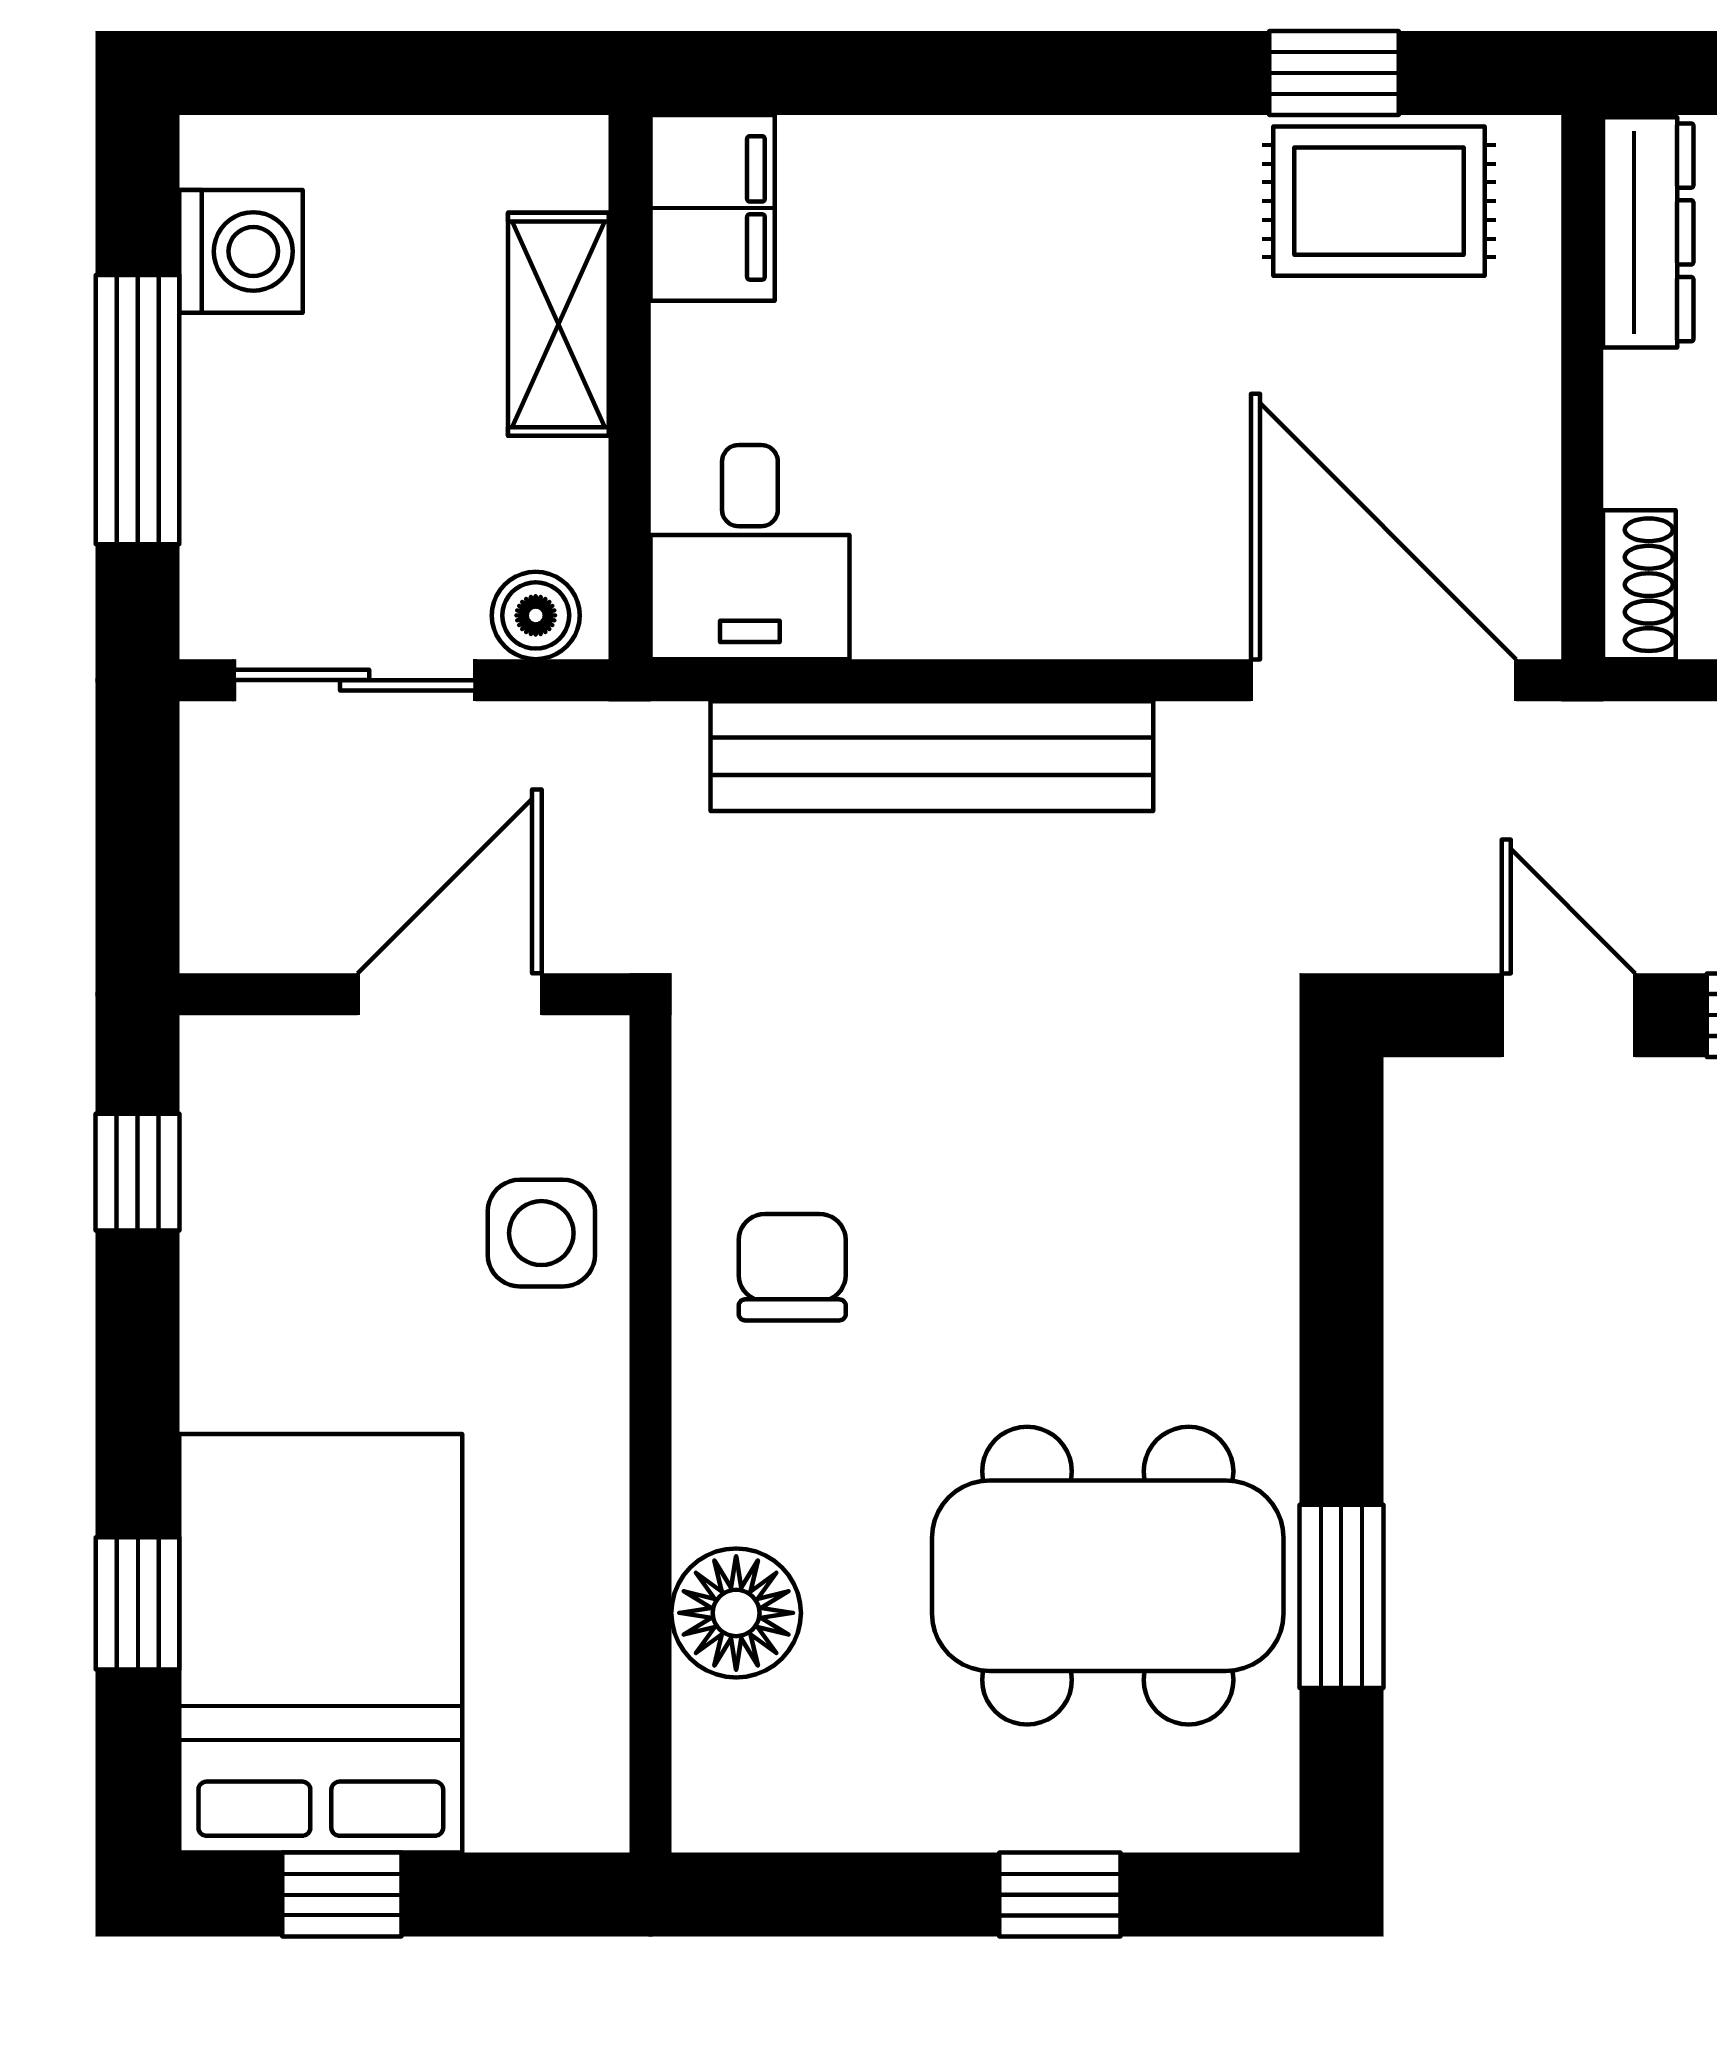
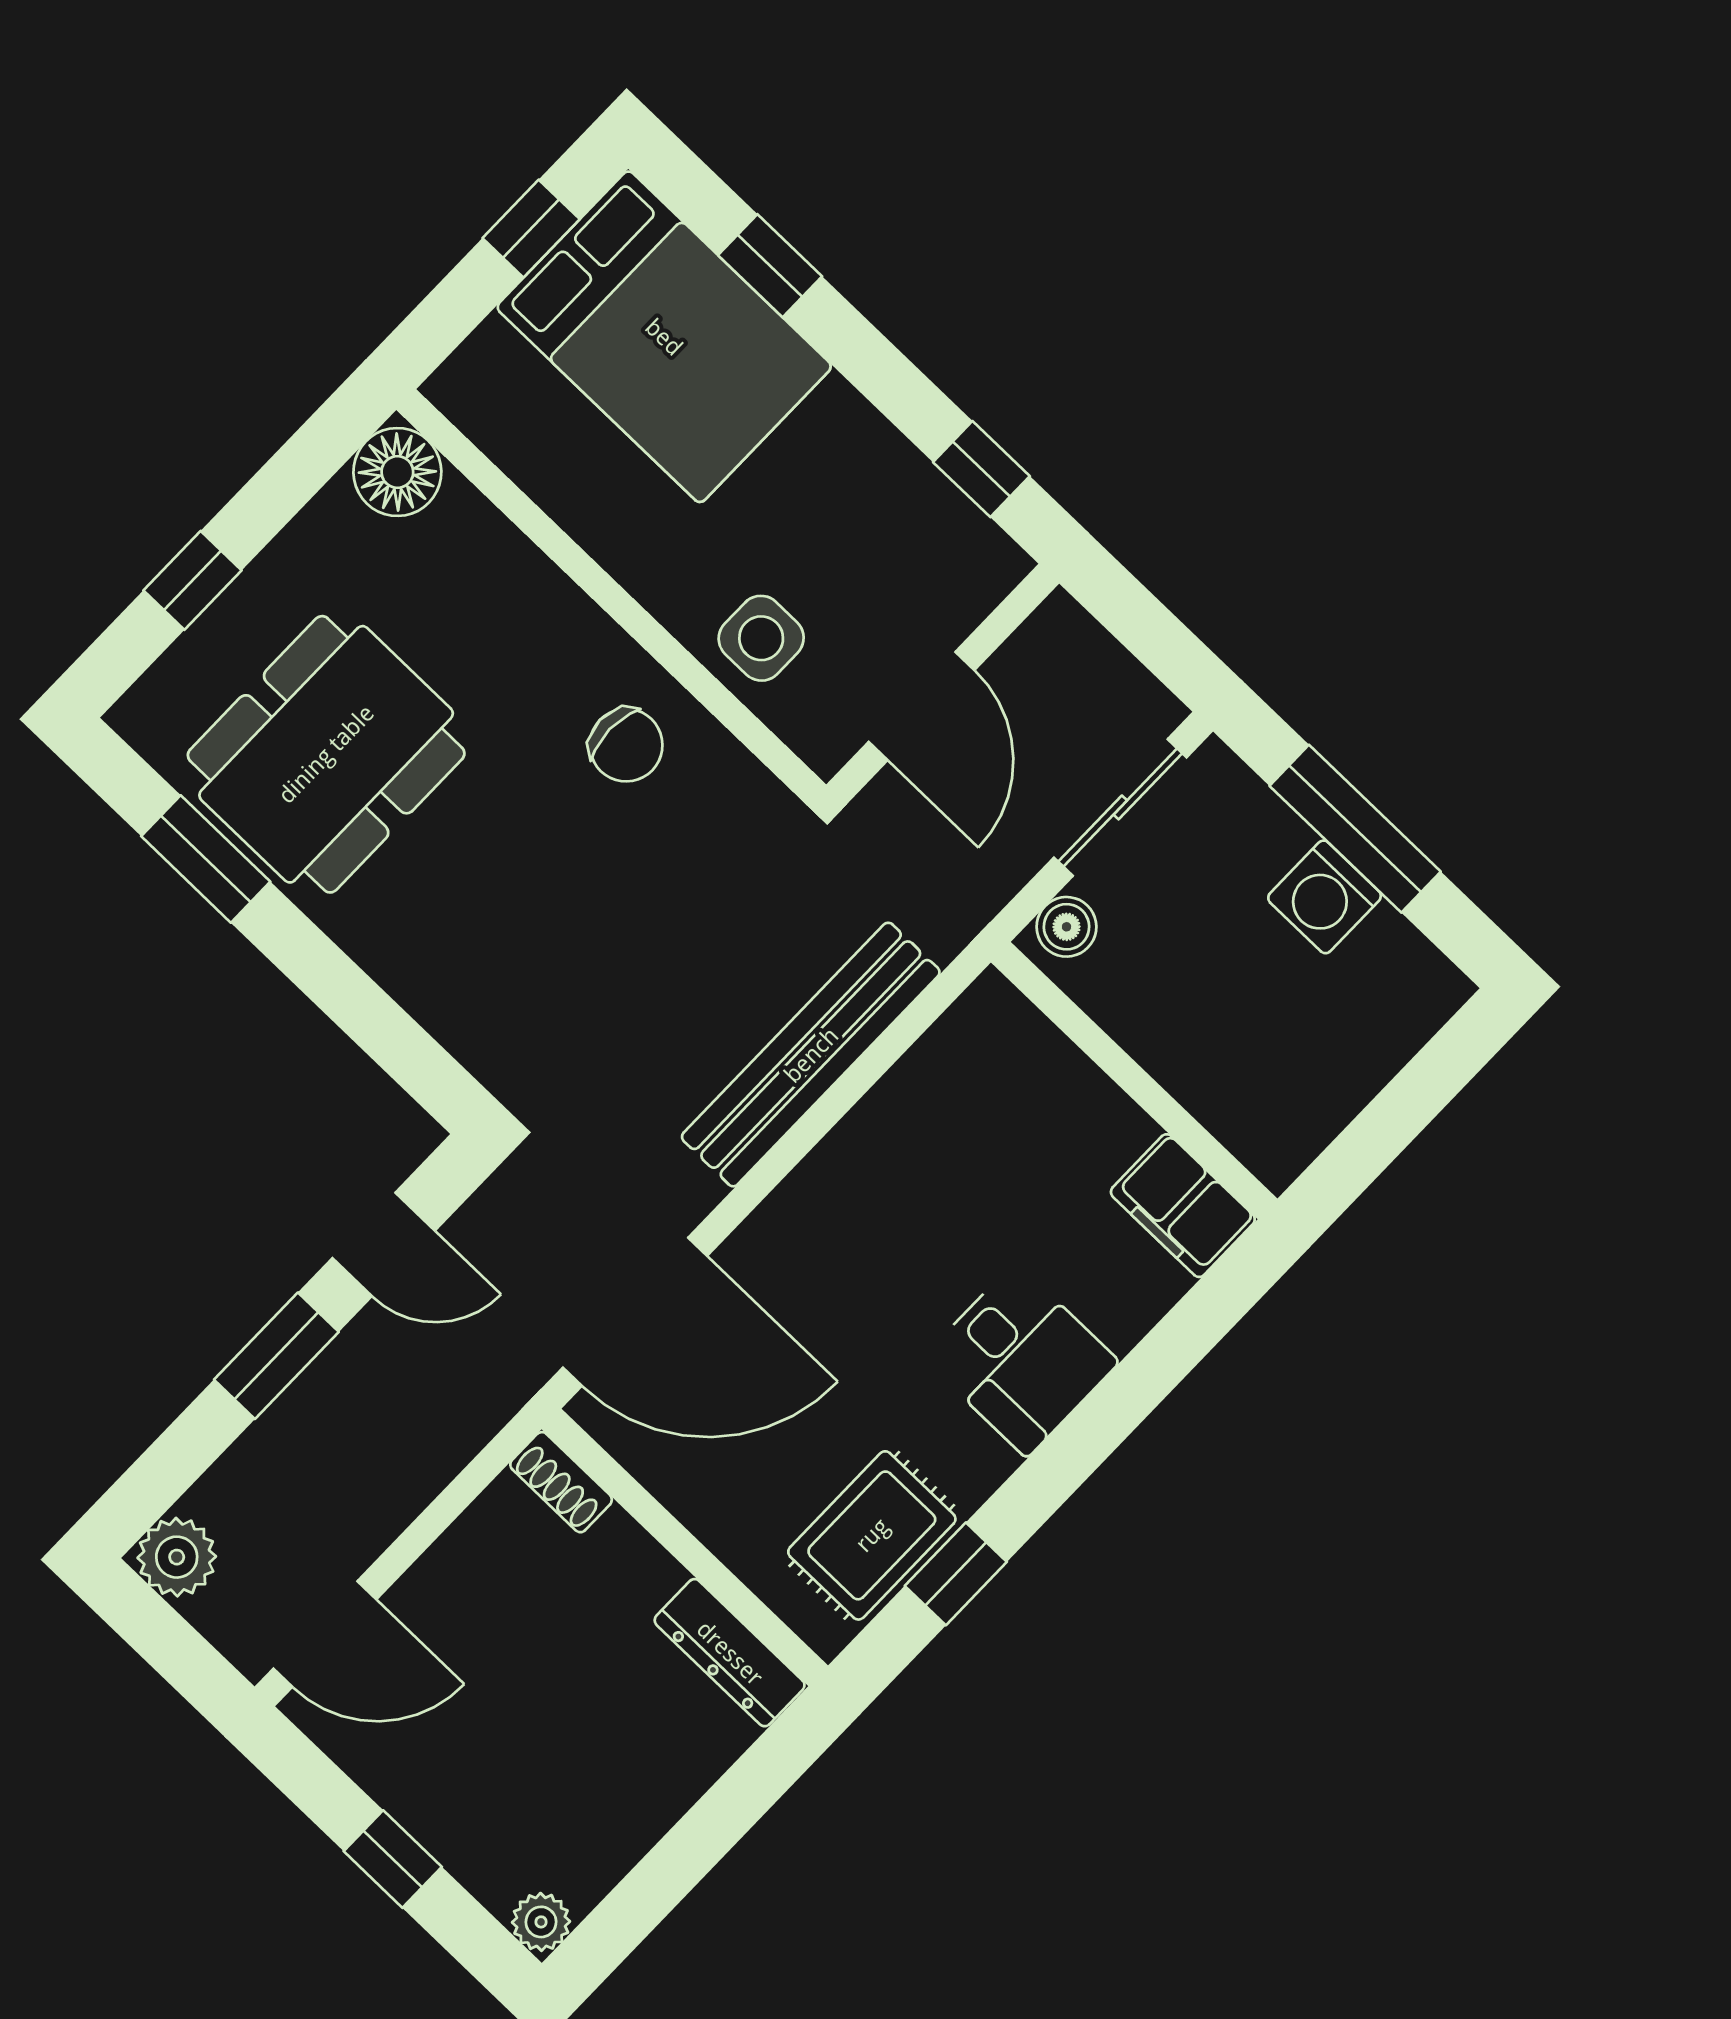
washing machine: (241, 251) -> (1325, 897), moved
shelving: (558, 324) -> (1199, 1075), removed
desk: (750, 552) -> (1021, 1360), moved, turned 180
floor lamp: (736, 1613) -> (397, 472), moved

